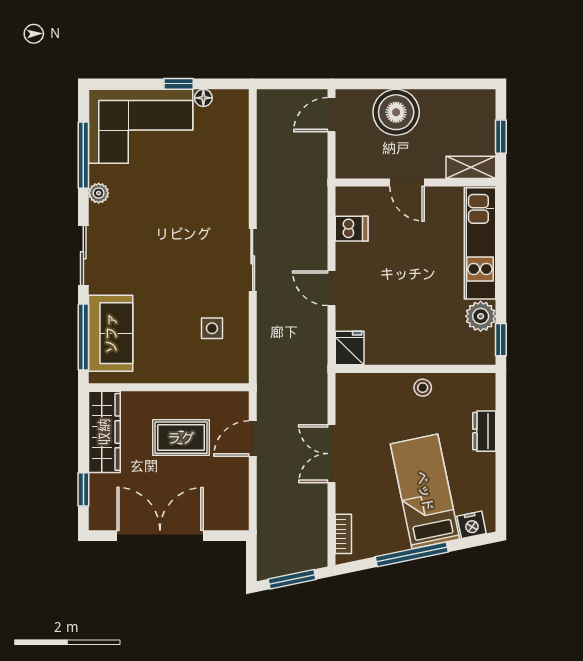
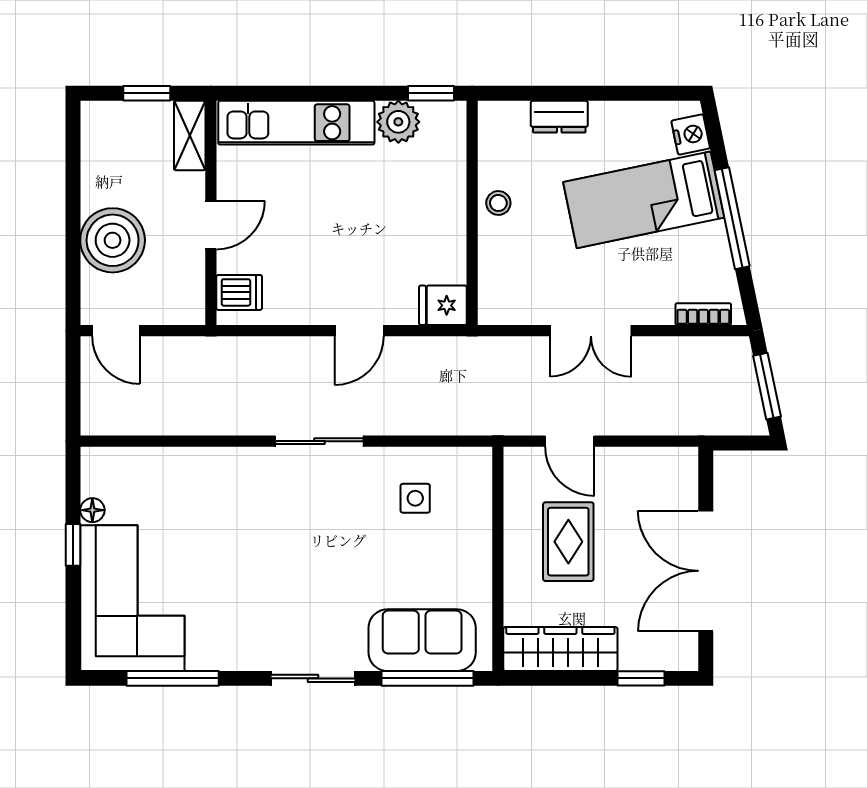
plant: (99, 193) -> (226, 657), removed
dishwasher: (352, 229) -> (239, 292), moved, turned 90

